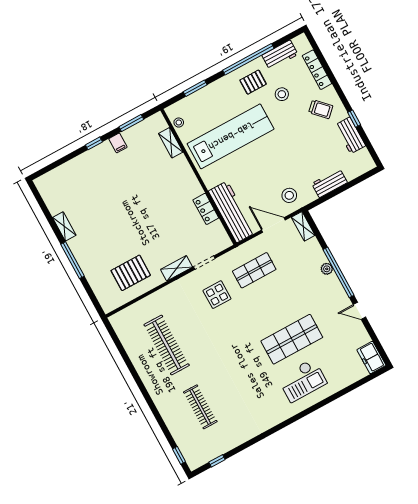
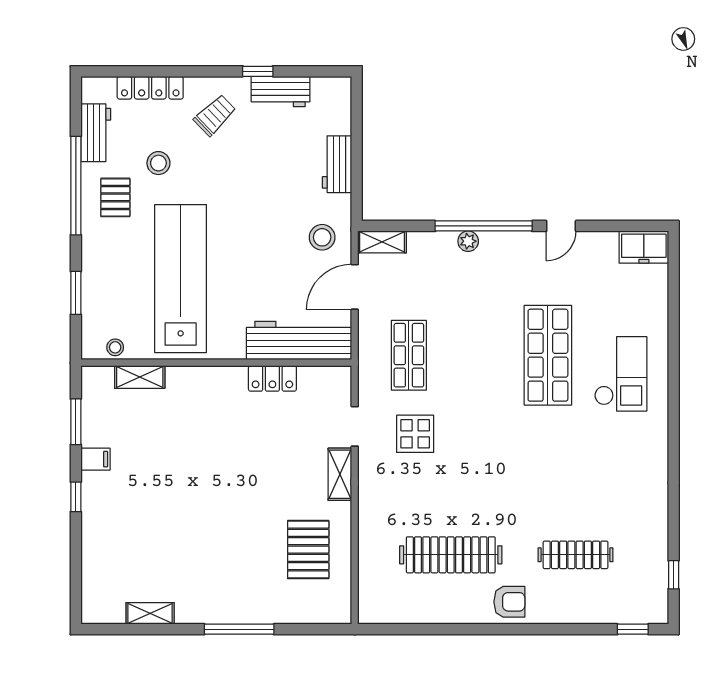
shelving: (64, 226) -> (150, 613), moved
armchair: (159, 387) -> (509, 602), added

